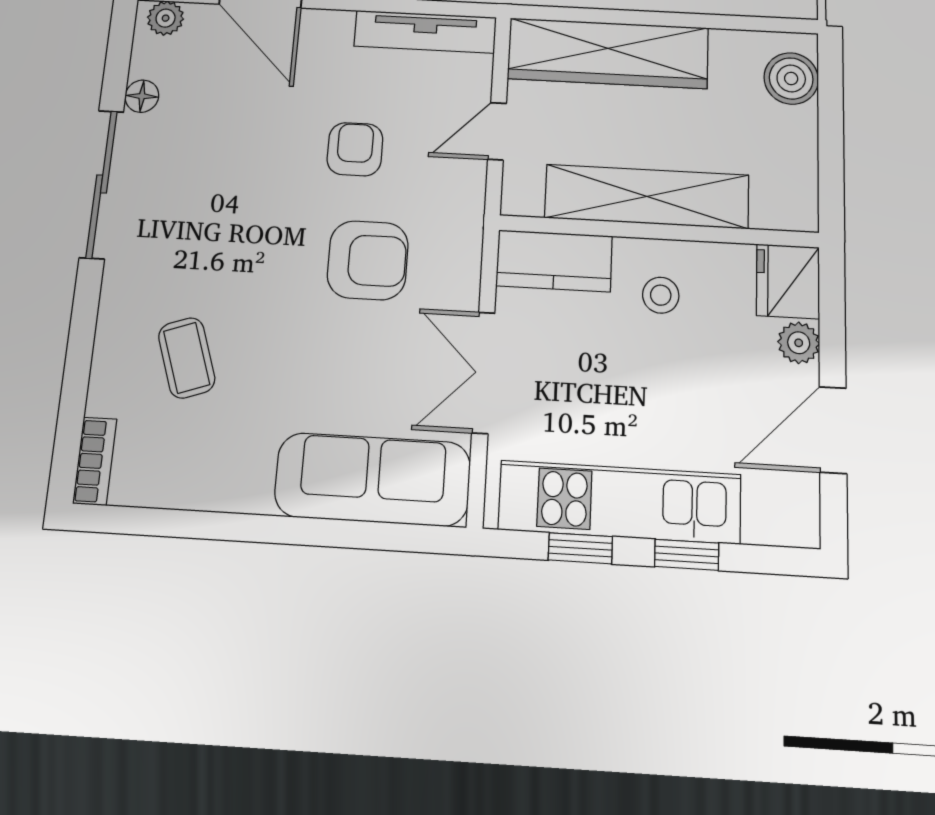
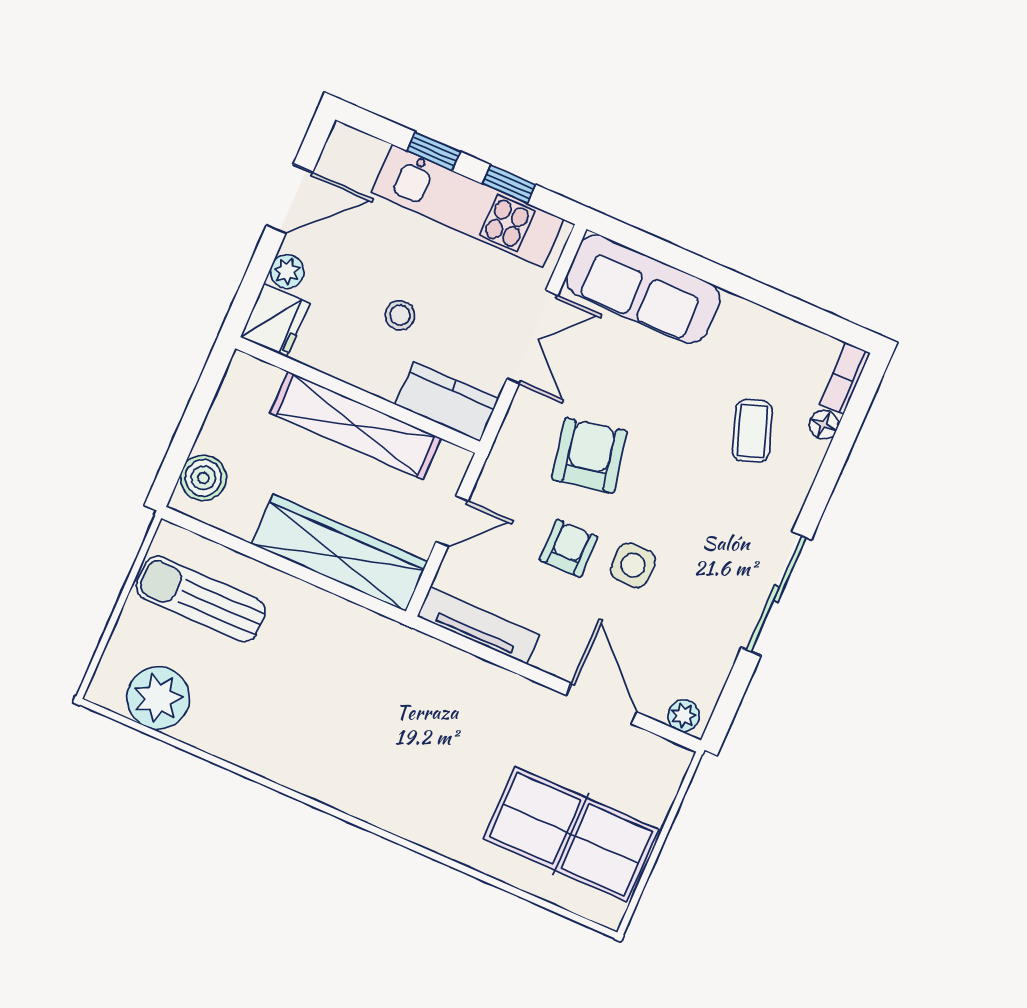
floor lamp: (142, 96) -> (824, 425), moved
armchair: (355, 149) -> (569, 548), turned 180
side table: (276, 157) -> (633, 565), added
armchair: (368, 260) -> (589, 455), turned 79
stool: (661, 295) -> (400, 315), moved

